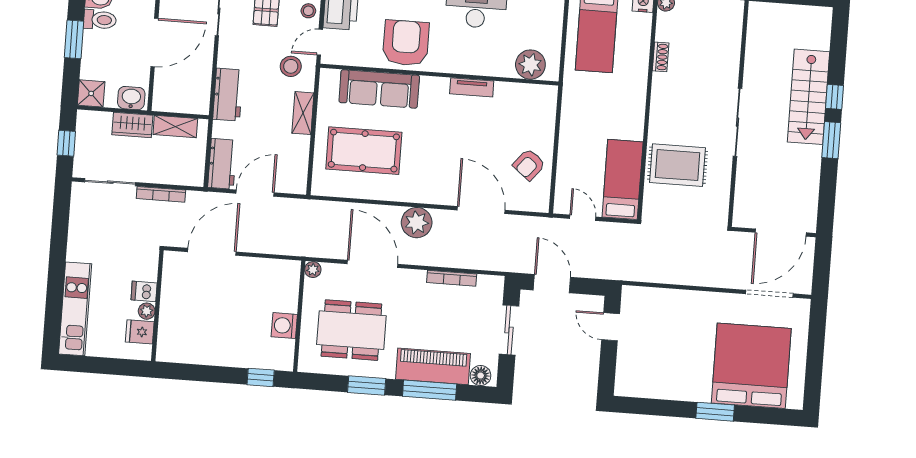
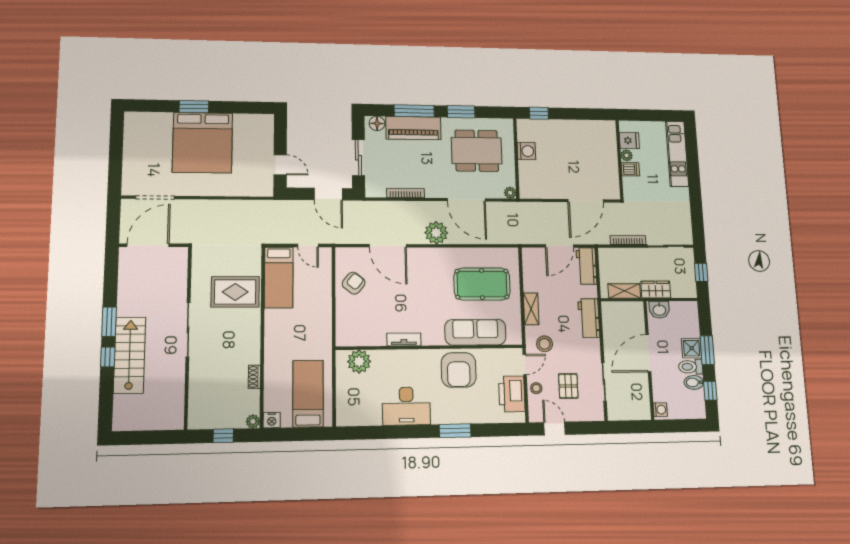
shower: (91, 93) -> (692, 348), moved
bed: (751, 366) -> (203, 143), moved

